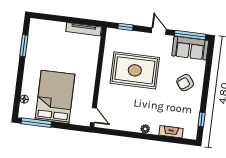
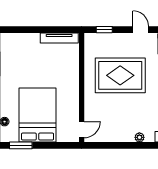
door: (93, 115) -> (82, 130), hinge flipped
window: (36, 123) -> (21, 145), width x0.69

